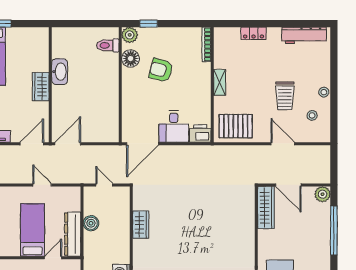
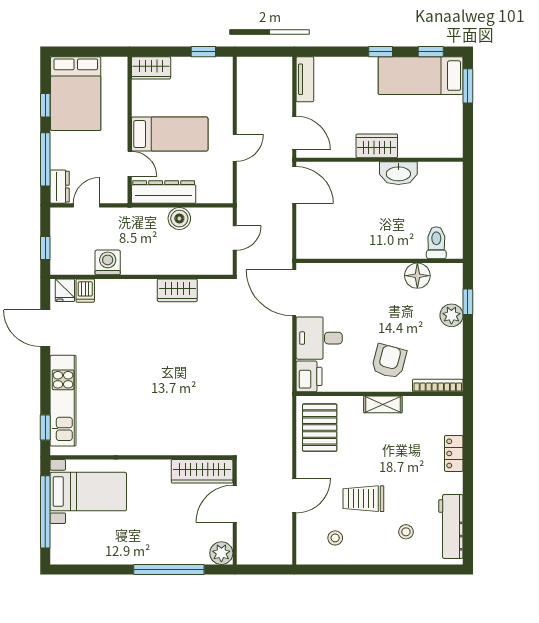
plant: (130, 35) -> (451, 315), moved
armchair: (161, 70) -> (389, 361), moved
stool: (324, 92) -> (406, 532), moved

